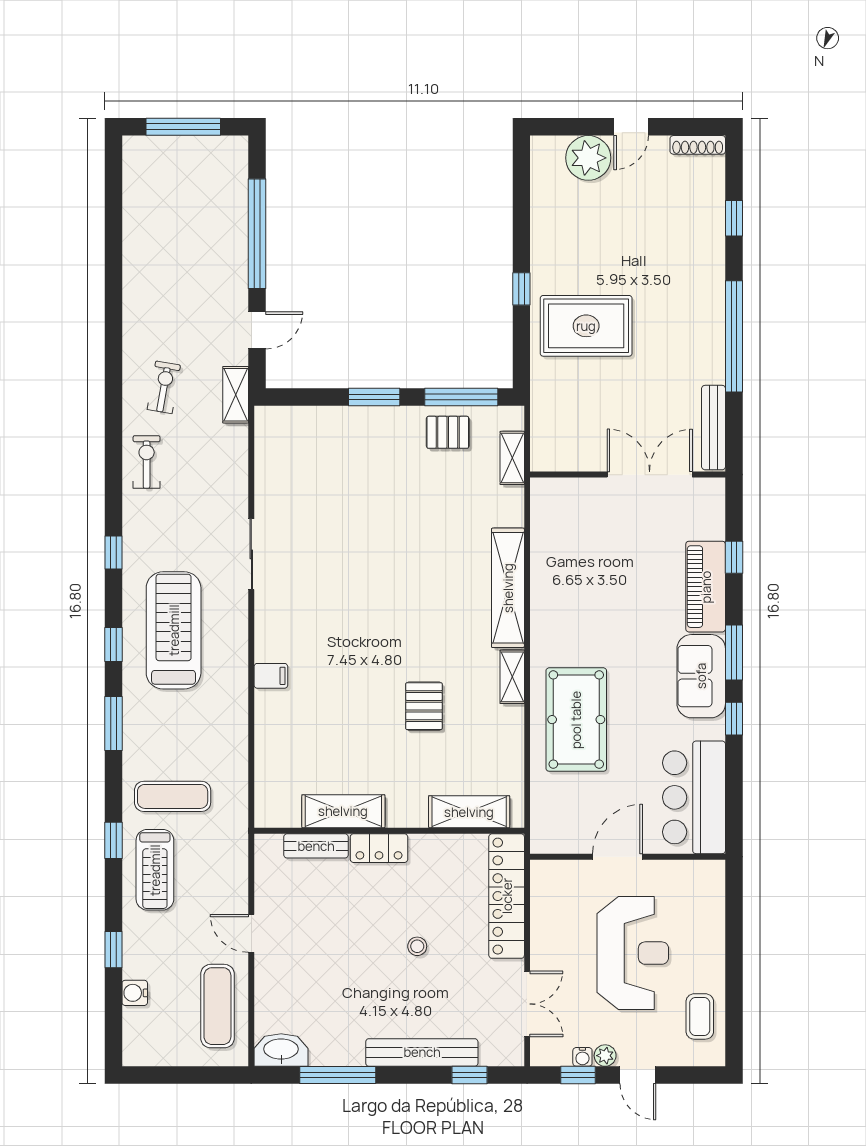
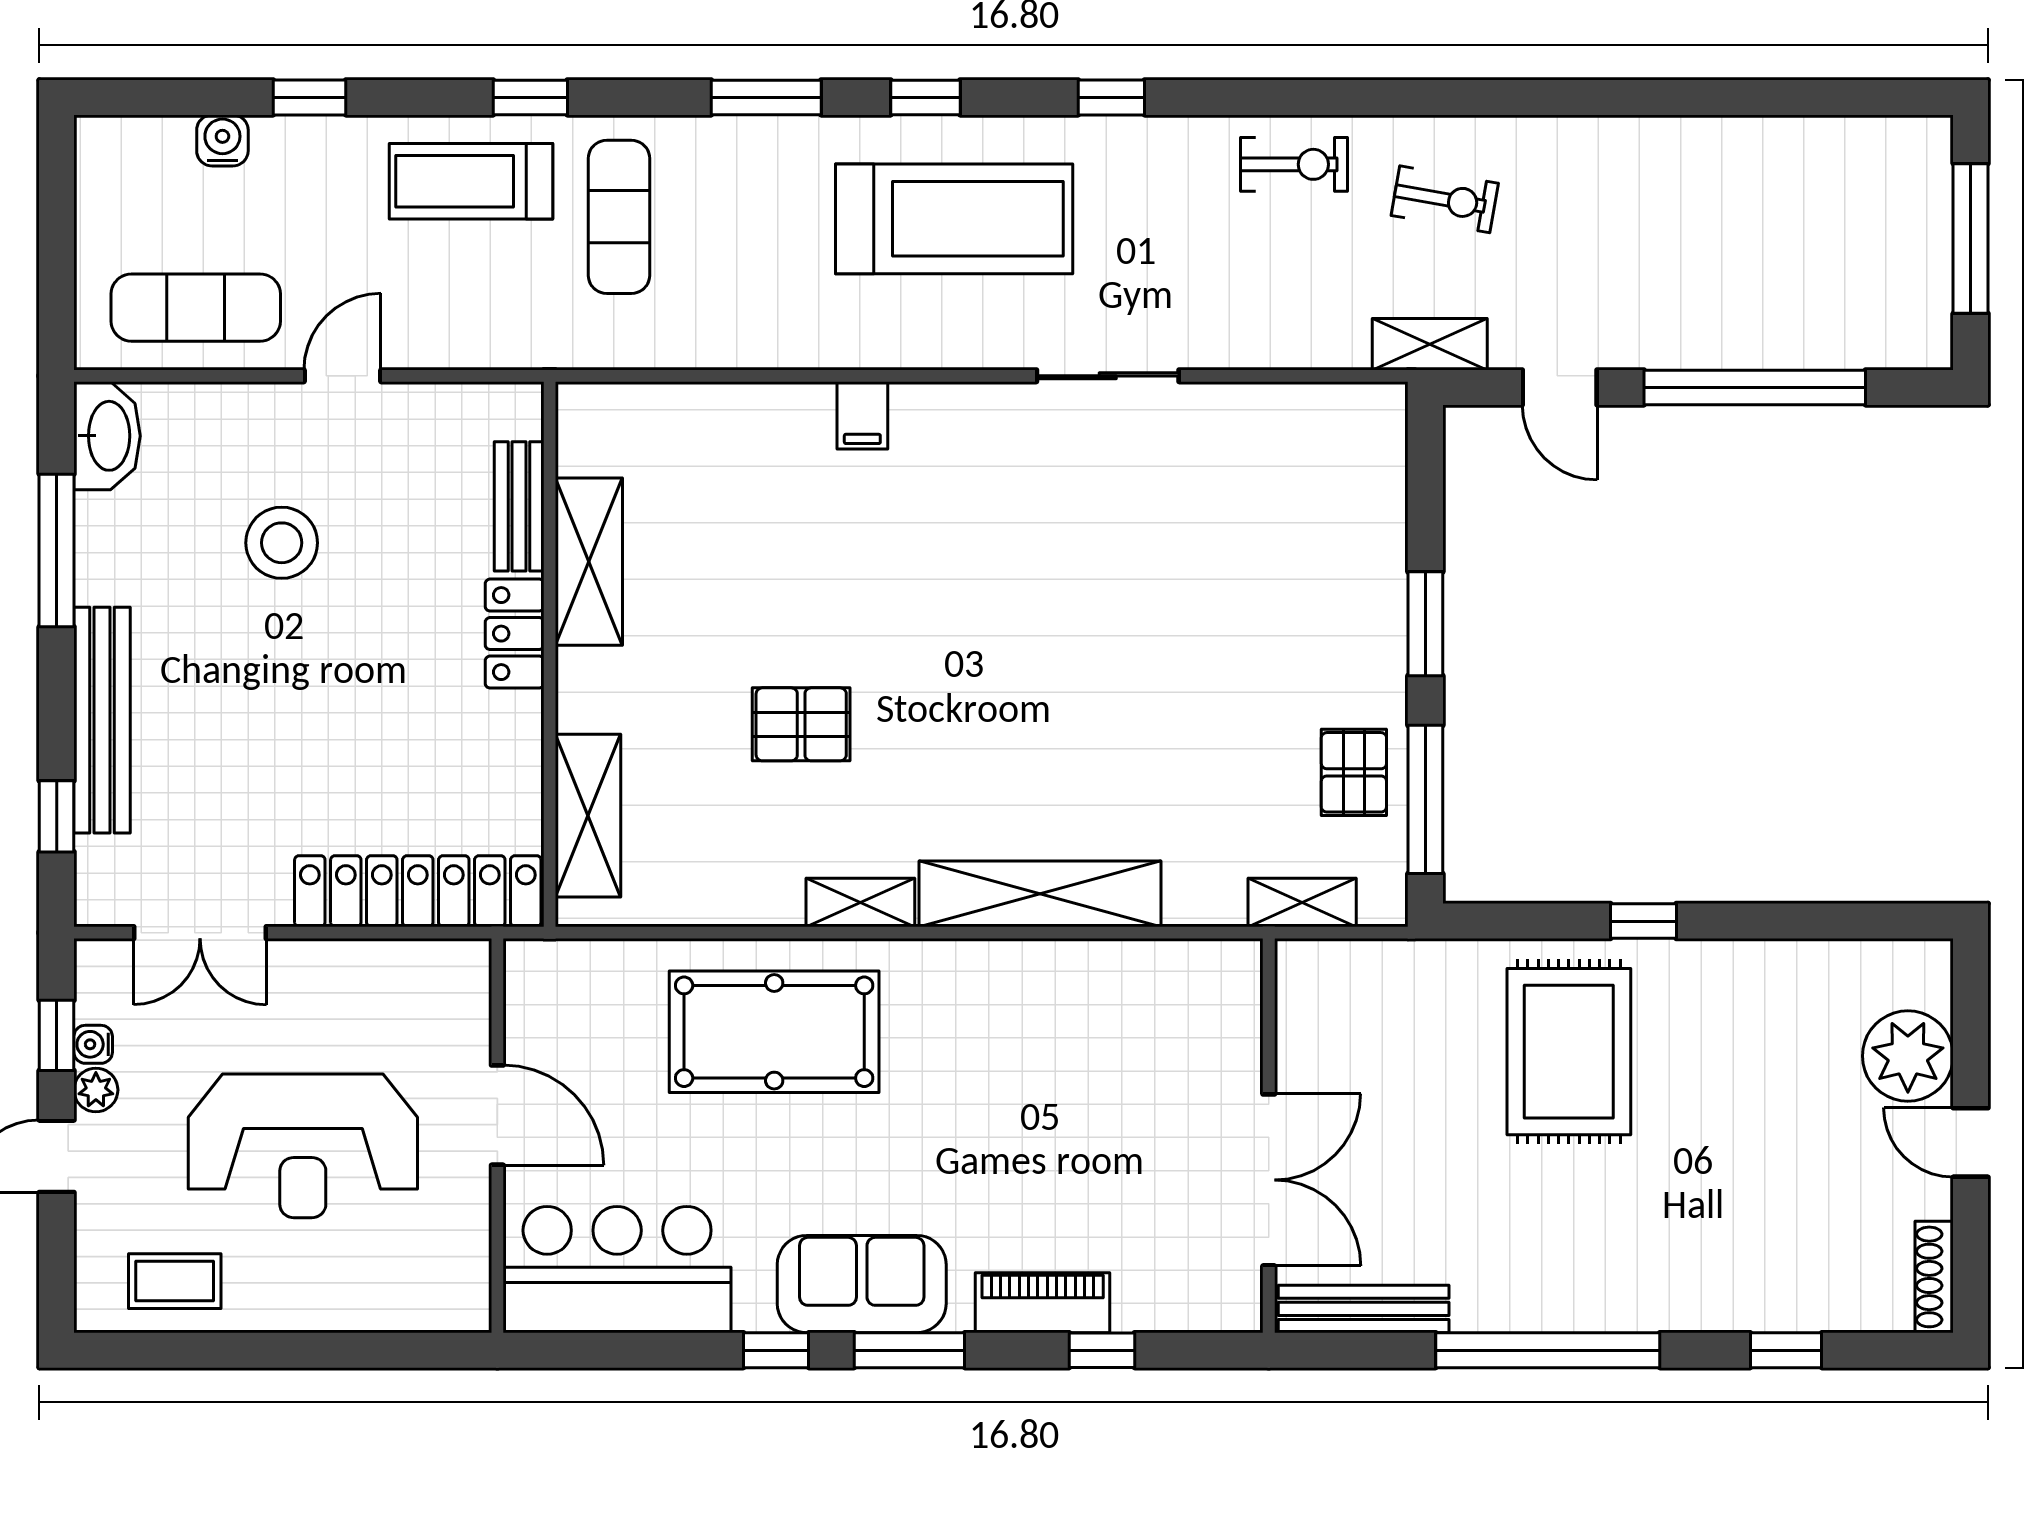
piano: (706, 587) -> (1043, 1303), width x0.73, depth x0.75
stool: (417, 946) -> (282, 543), moved, width x1.89, depth x1.89

